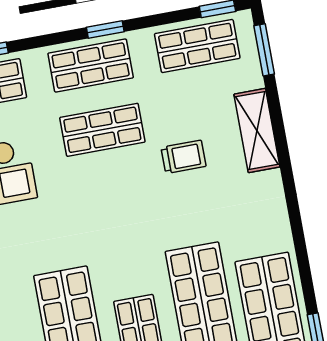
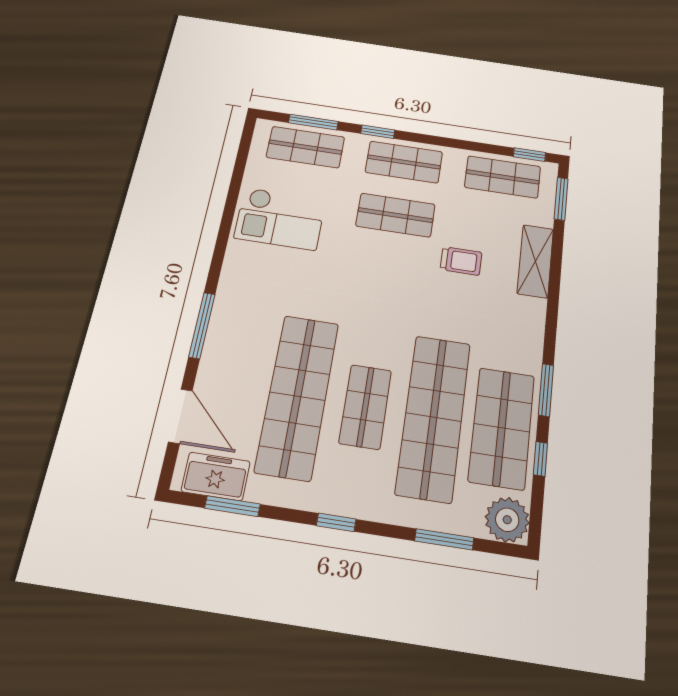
window: (105, 29) -> (378, 132), moved
window: (303, 262) -> (546, 390), added

